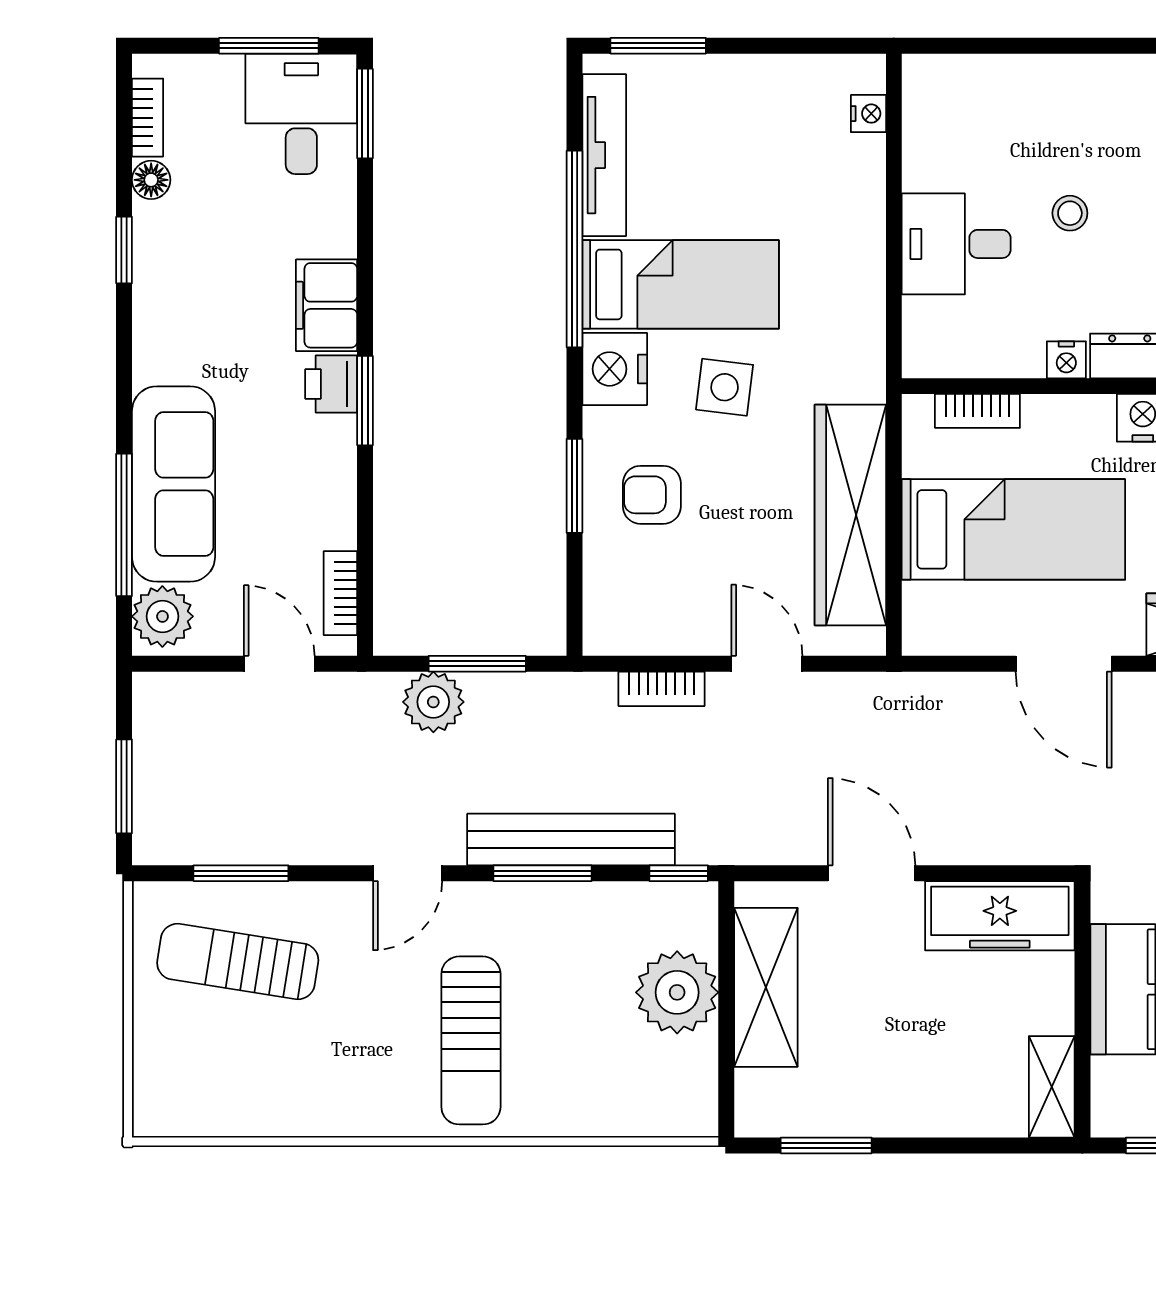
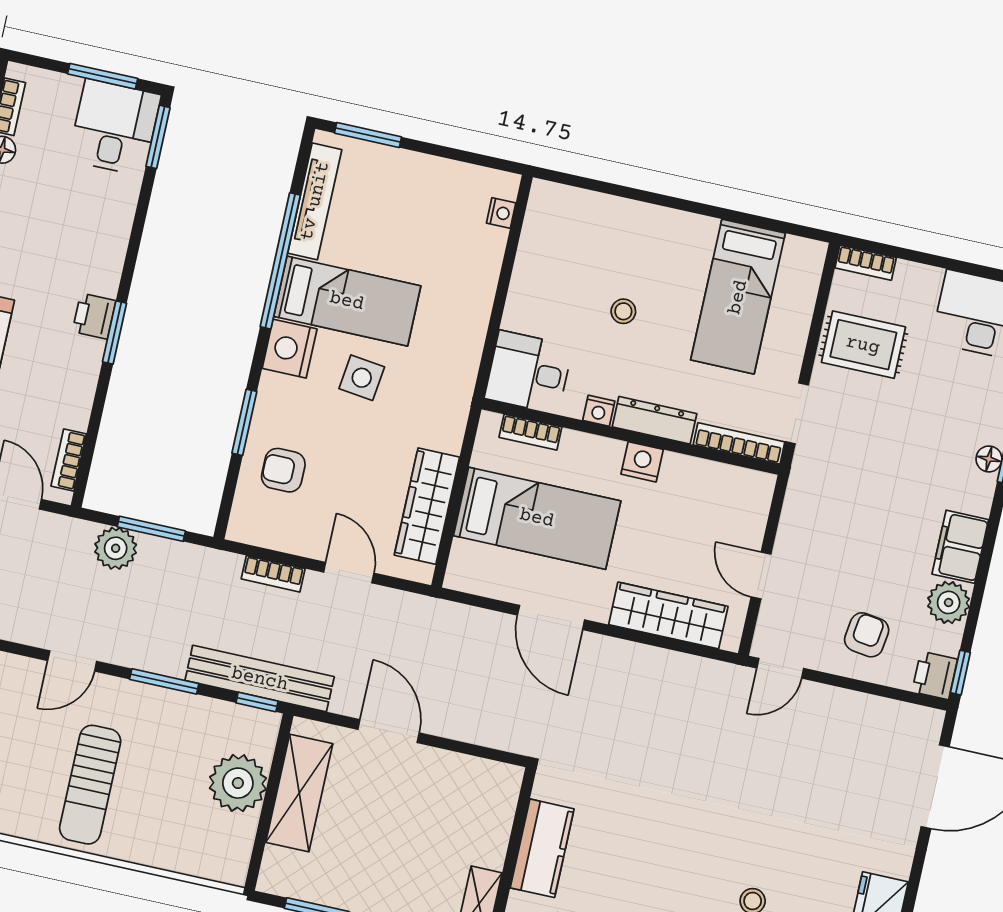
desk: (956, 244) -> (529, 372), moved
filing cabinet: (327, 305) -> (103, 262), removed
armchair: (652, 495) -> (283, 470), moved
wardrobe: (850, 515) -> (427, 506), width x0.71, depth x0.85
bench: (571, 839) -> (260, 679), moved
freezer: (1000, 916) -> (469, 780), removed

